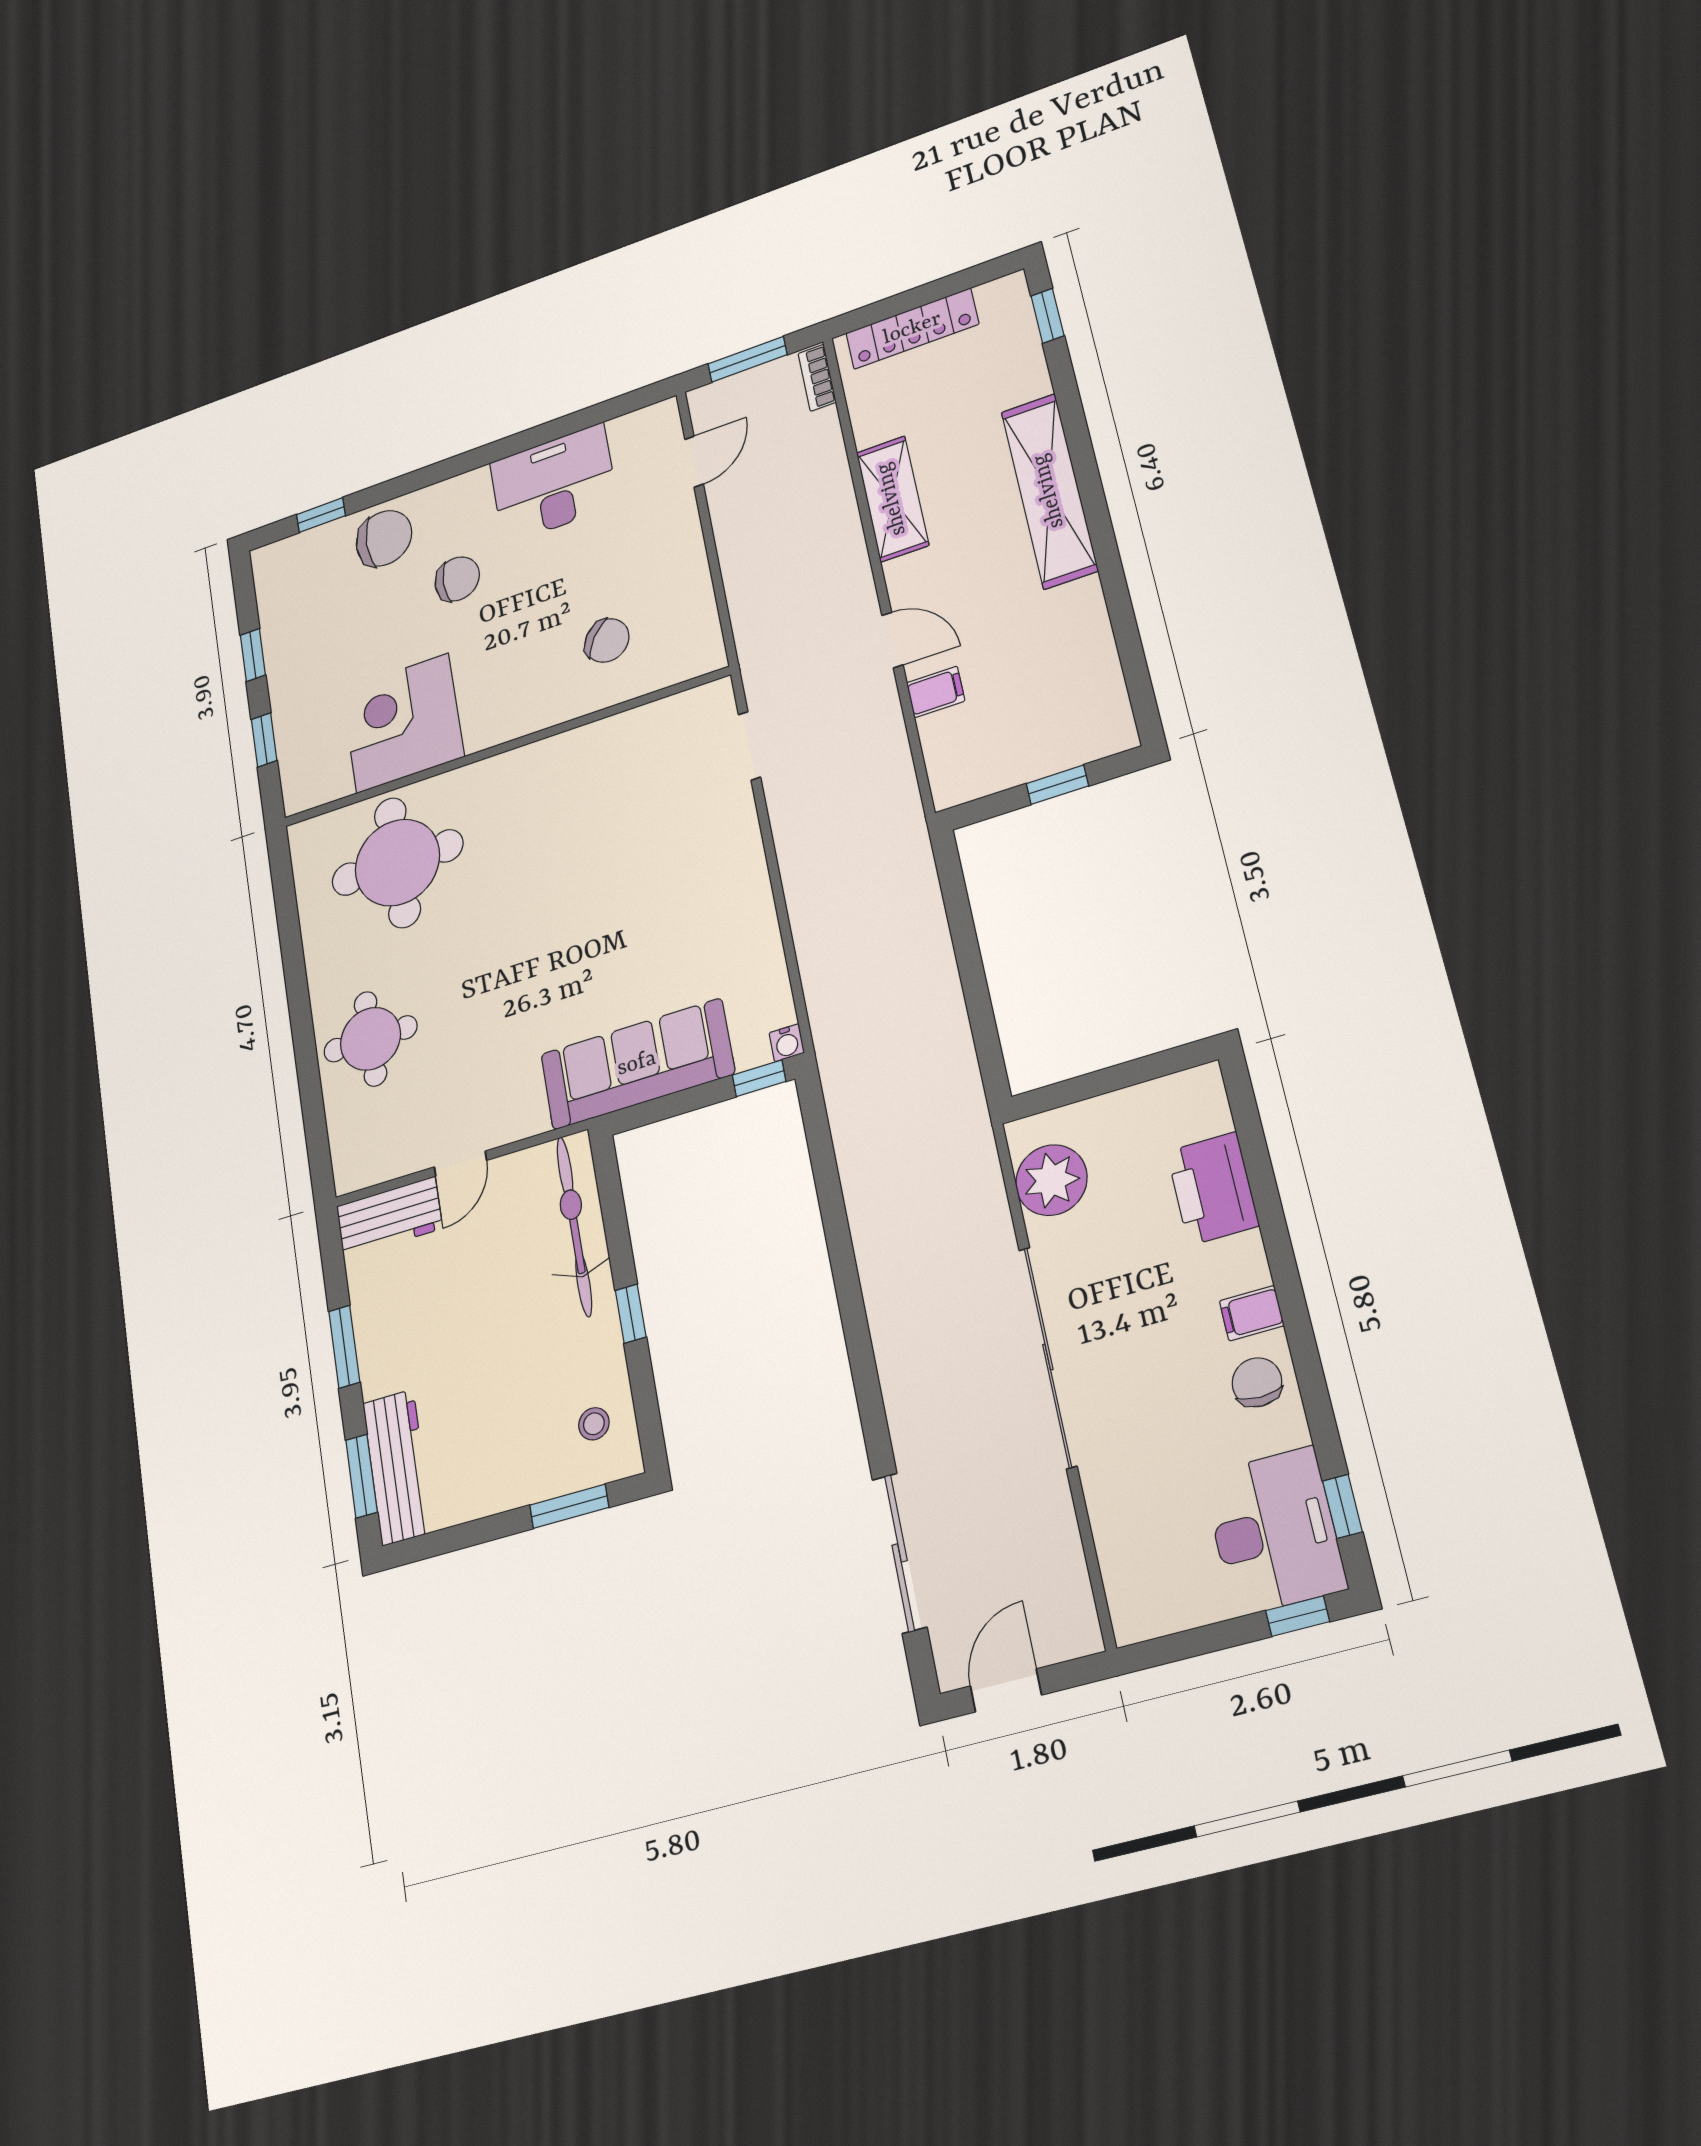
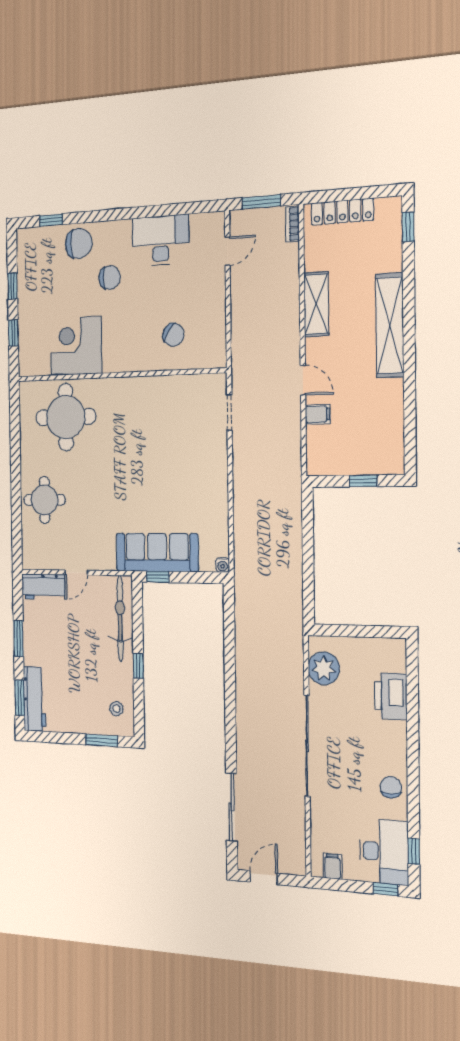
window: (759, 1078) -> (158, 577), moved
filing cabinet: (1252, 1313) -> (332, 866), moved, turned 90

